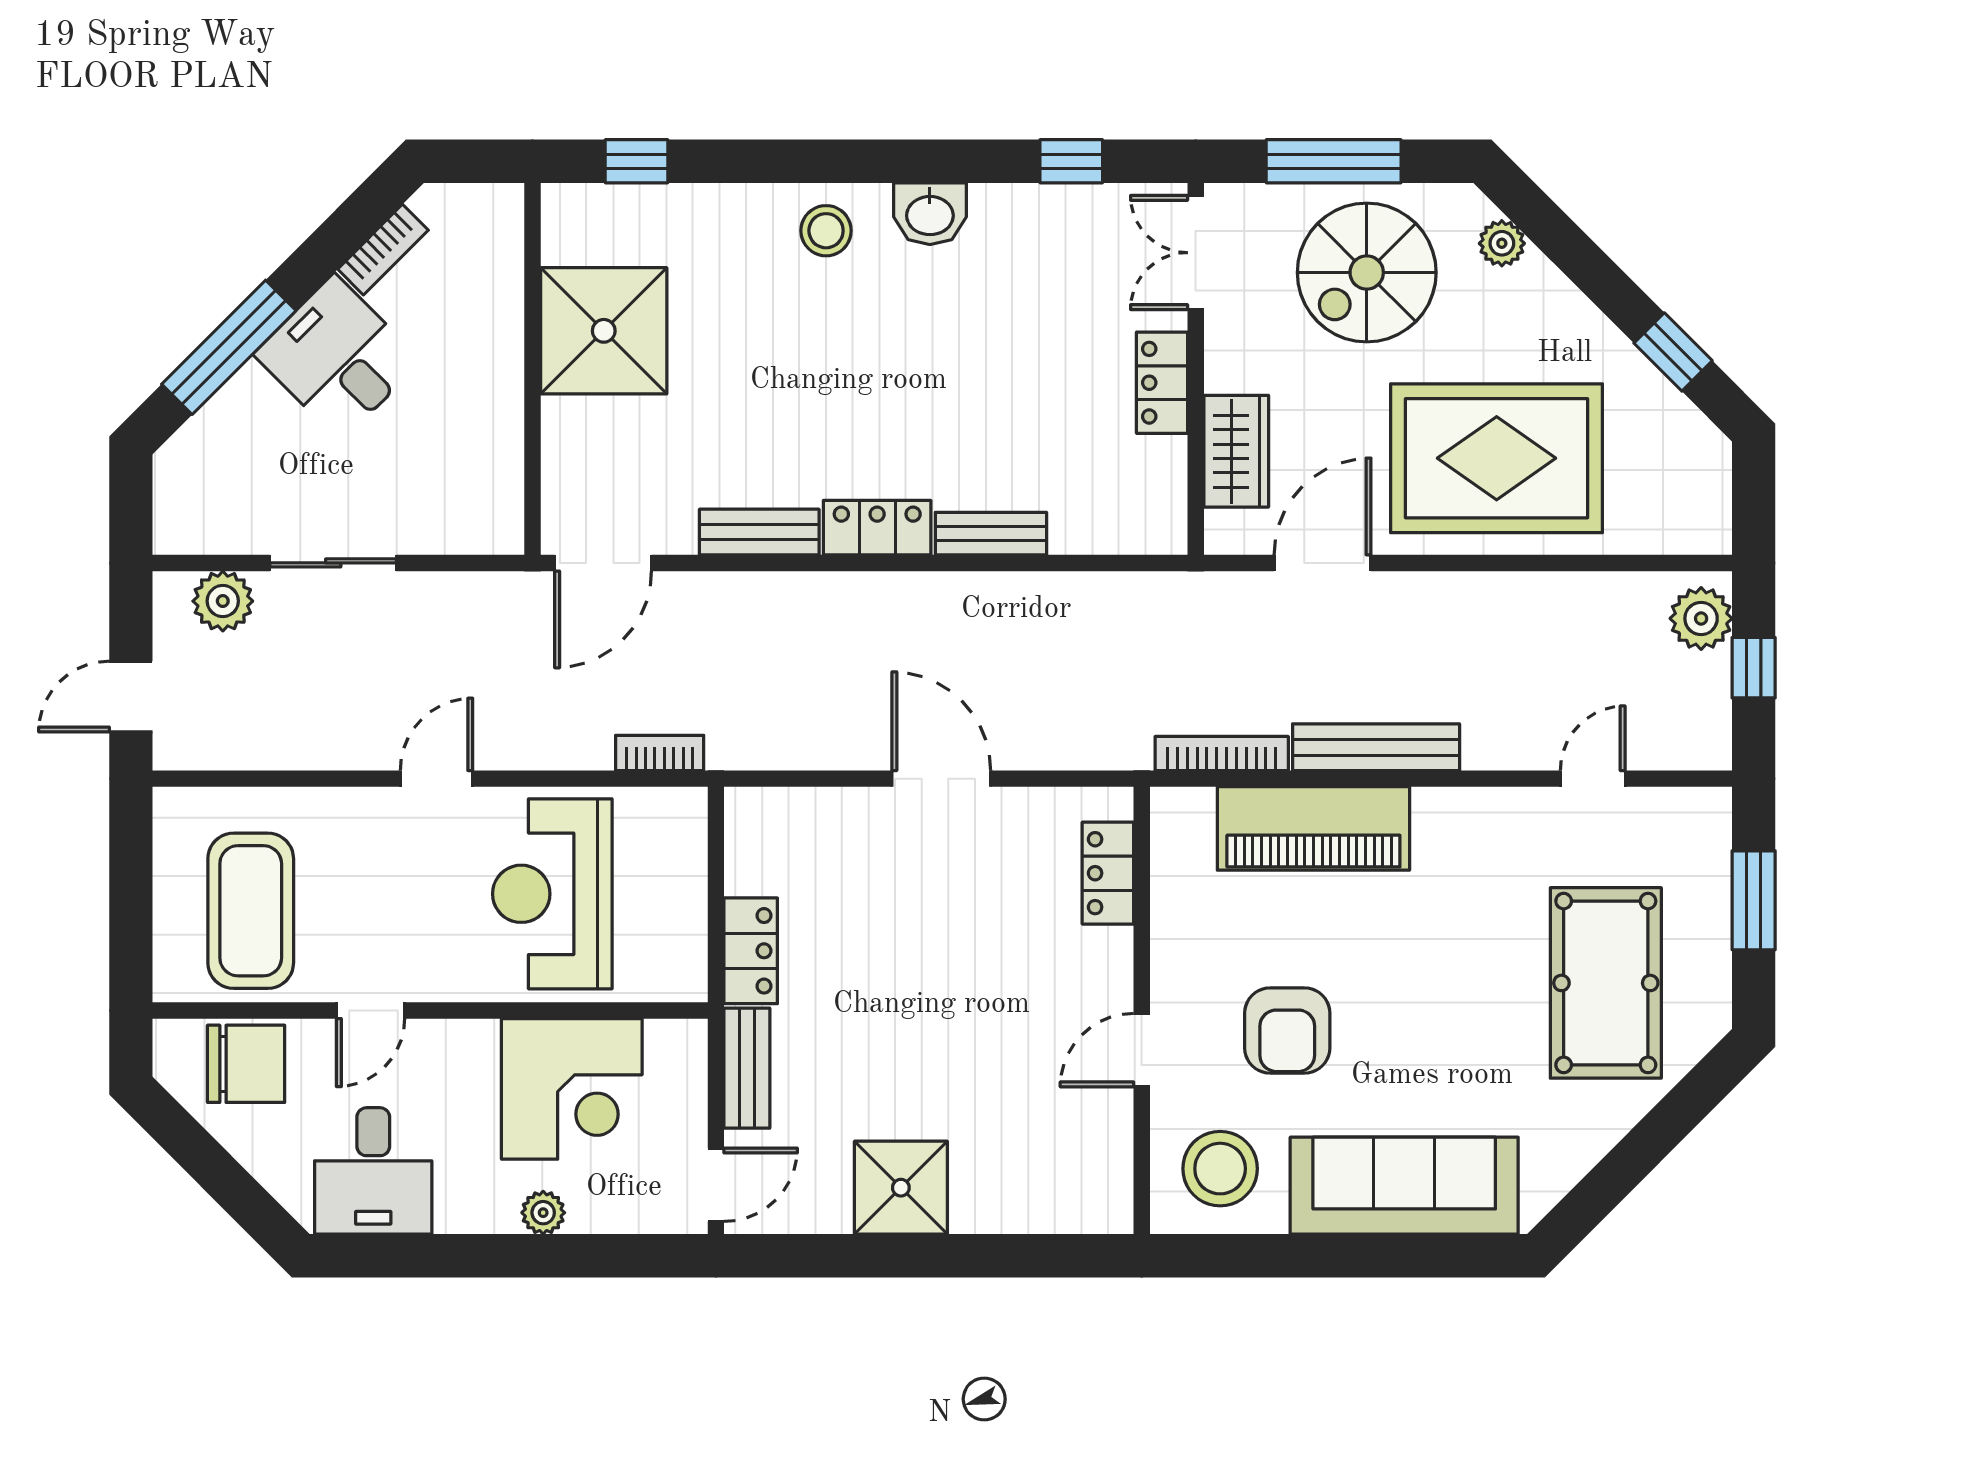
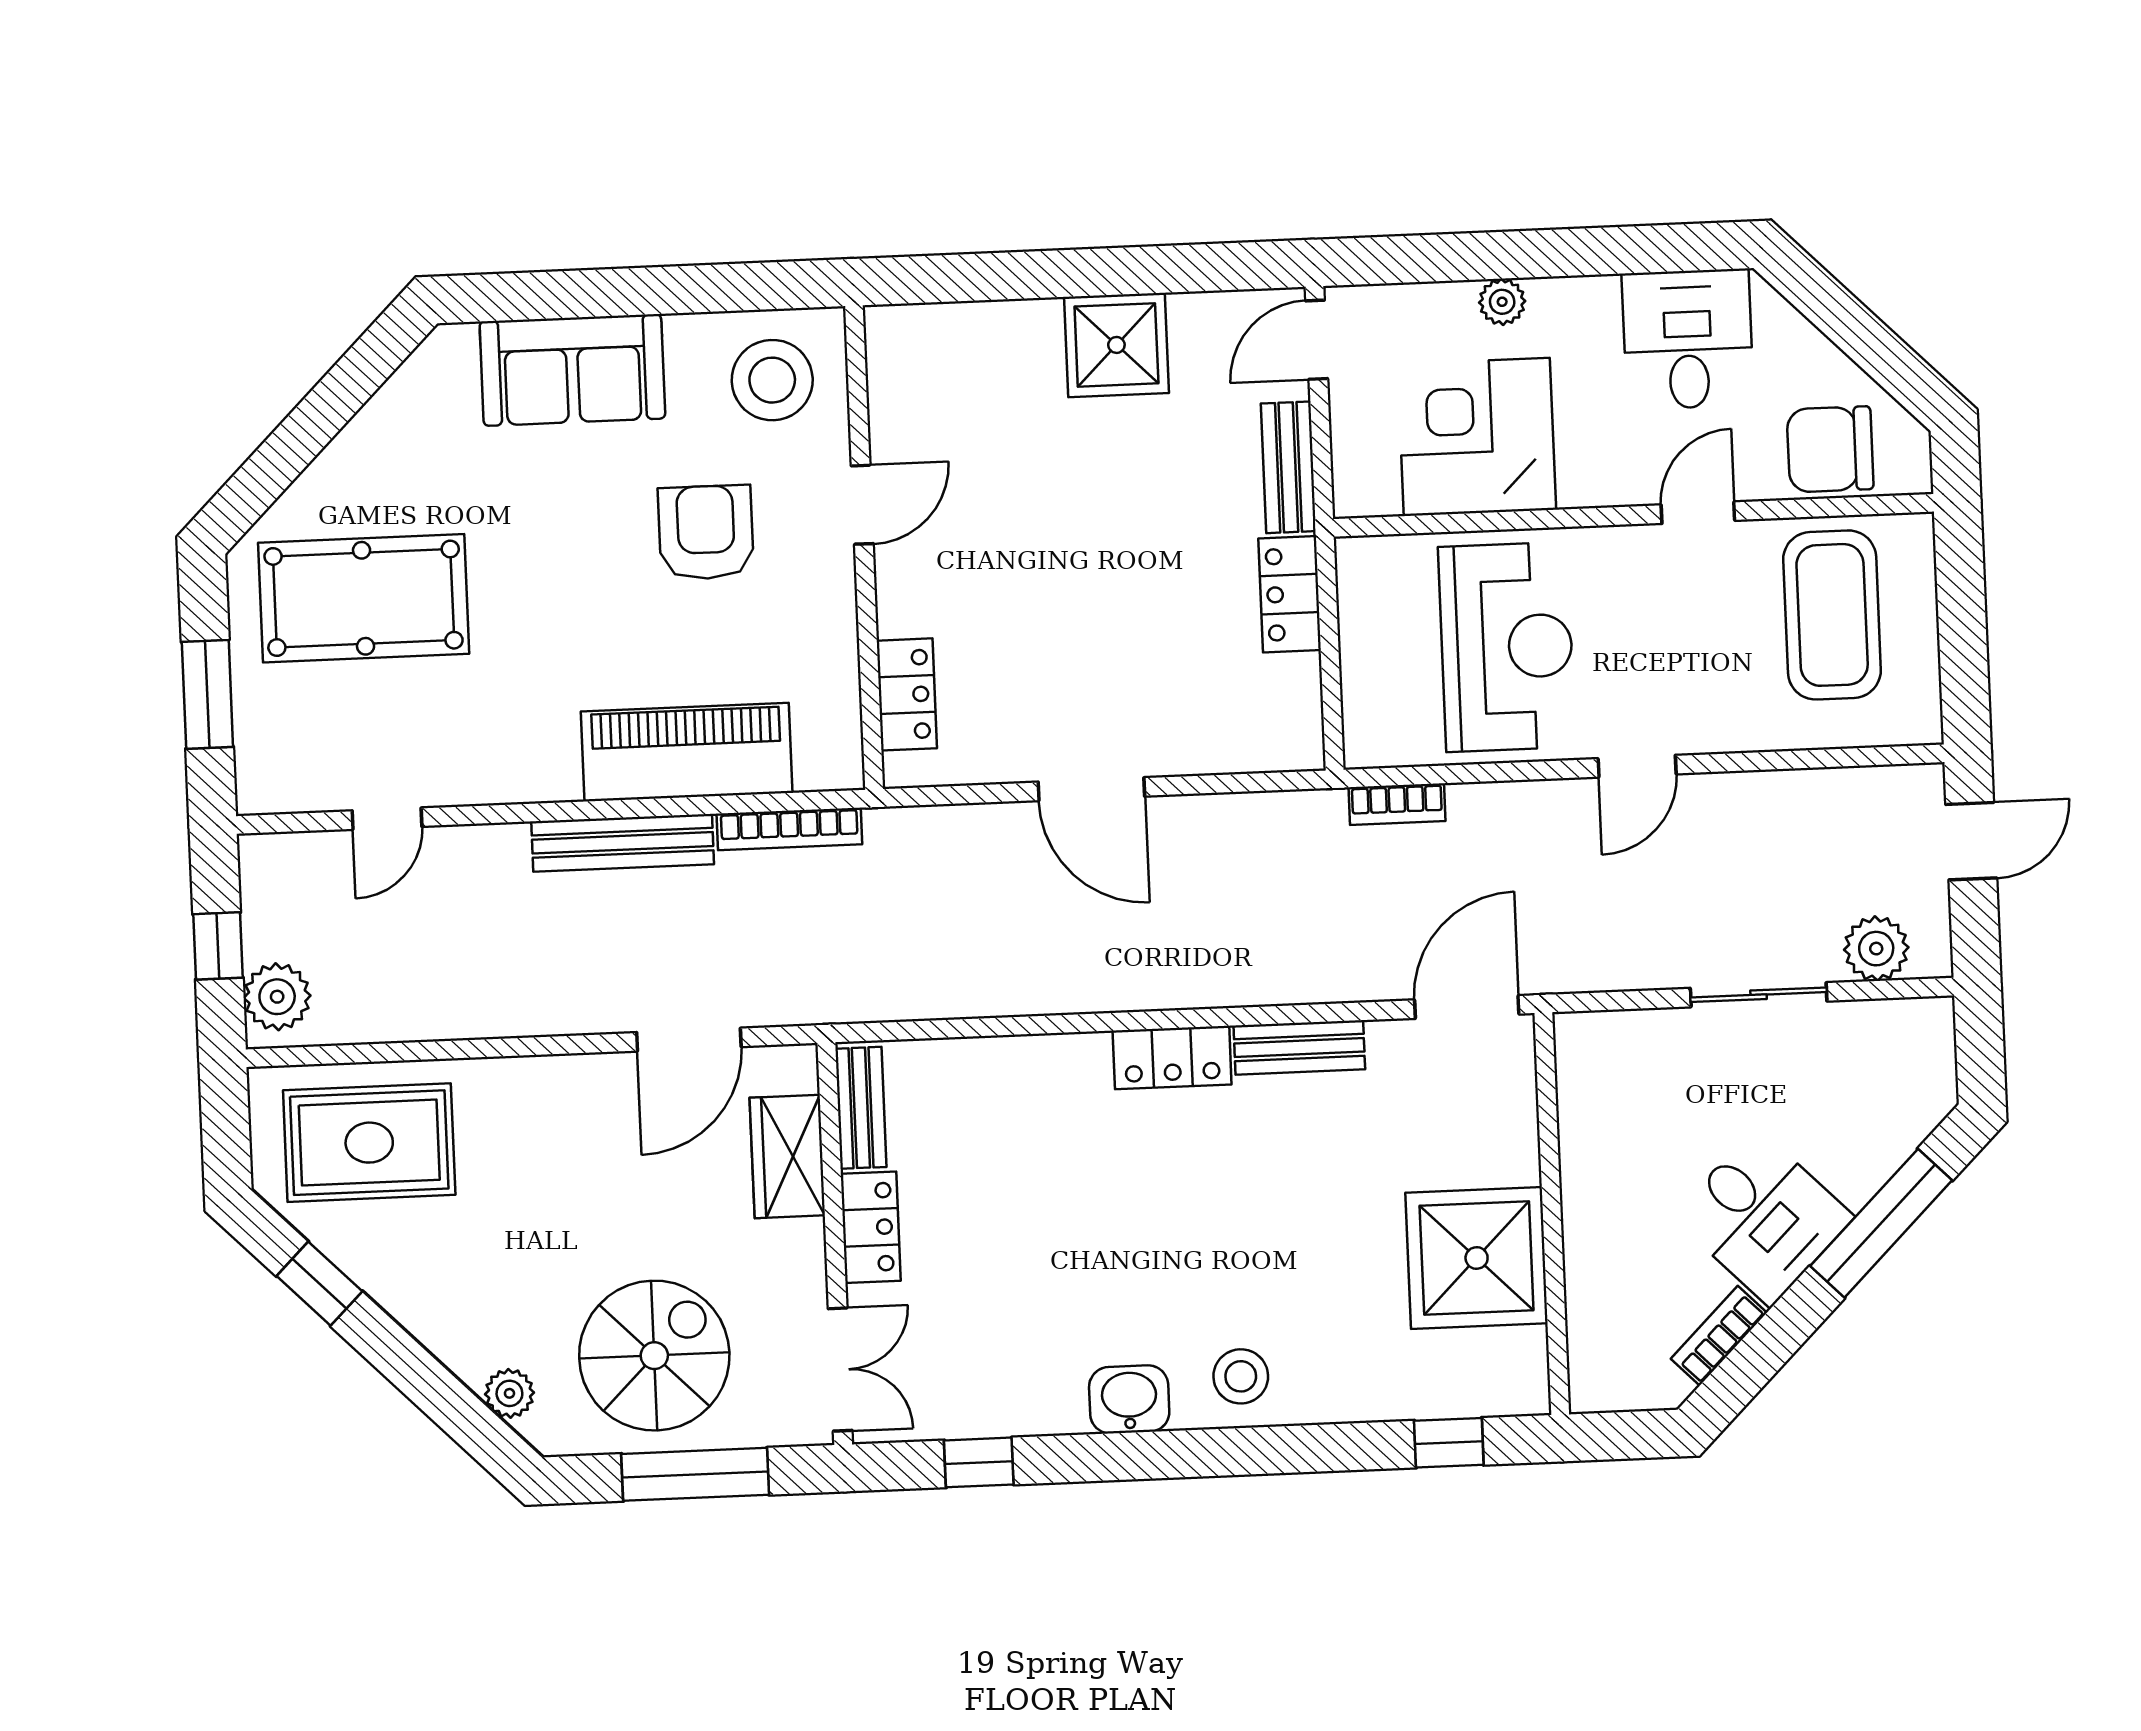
rug: (1497, 458) -> (369, 1143), moved, width x0.73, depth x0.69
bench: (991, 534) -> (861, 1108), moved, turned 90
pool table: (1606, 983) -> (364, 598), turned 90
sofa: (1404, 1186) -> (572, 370), width x0.73

